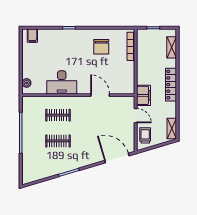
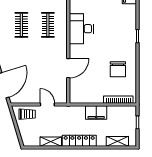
chair: (101, 47) -> (118, 69), turned -90
filing cabinet: (144, 95) -> (96, 113), moved
door: (136, 116) -> (47, 104), swing flipped
shelving: (172, 128) -> (51, 142), moved

